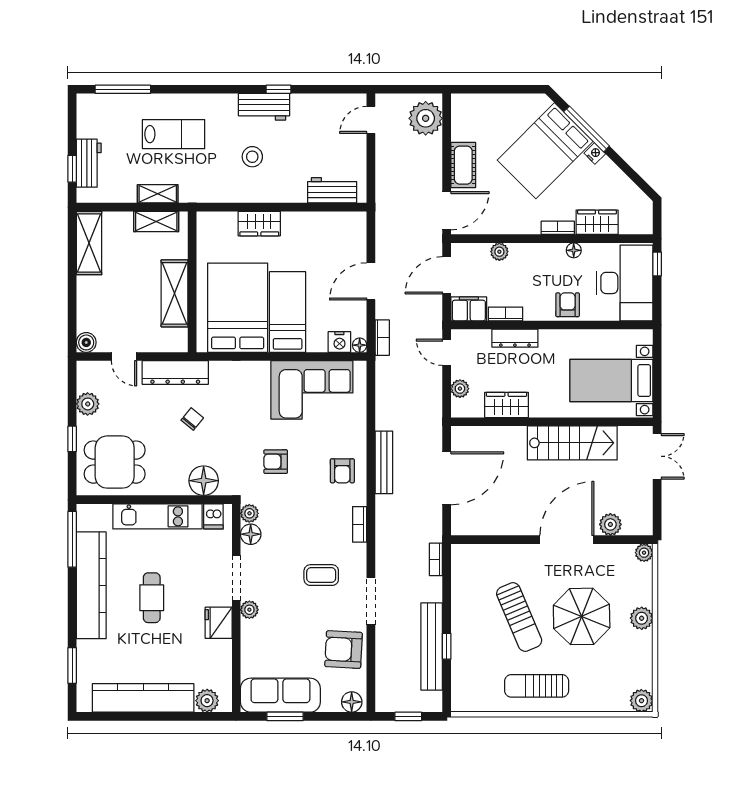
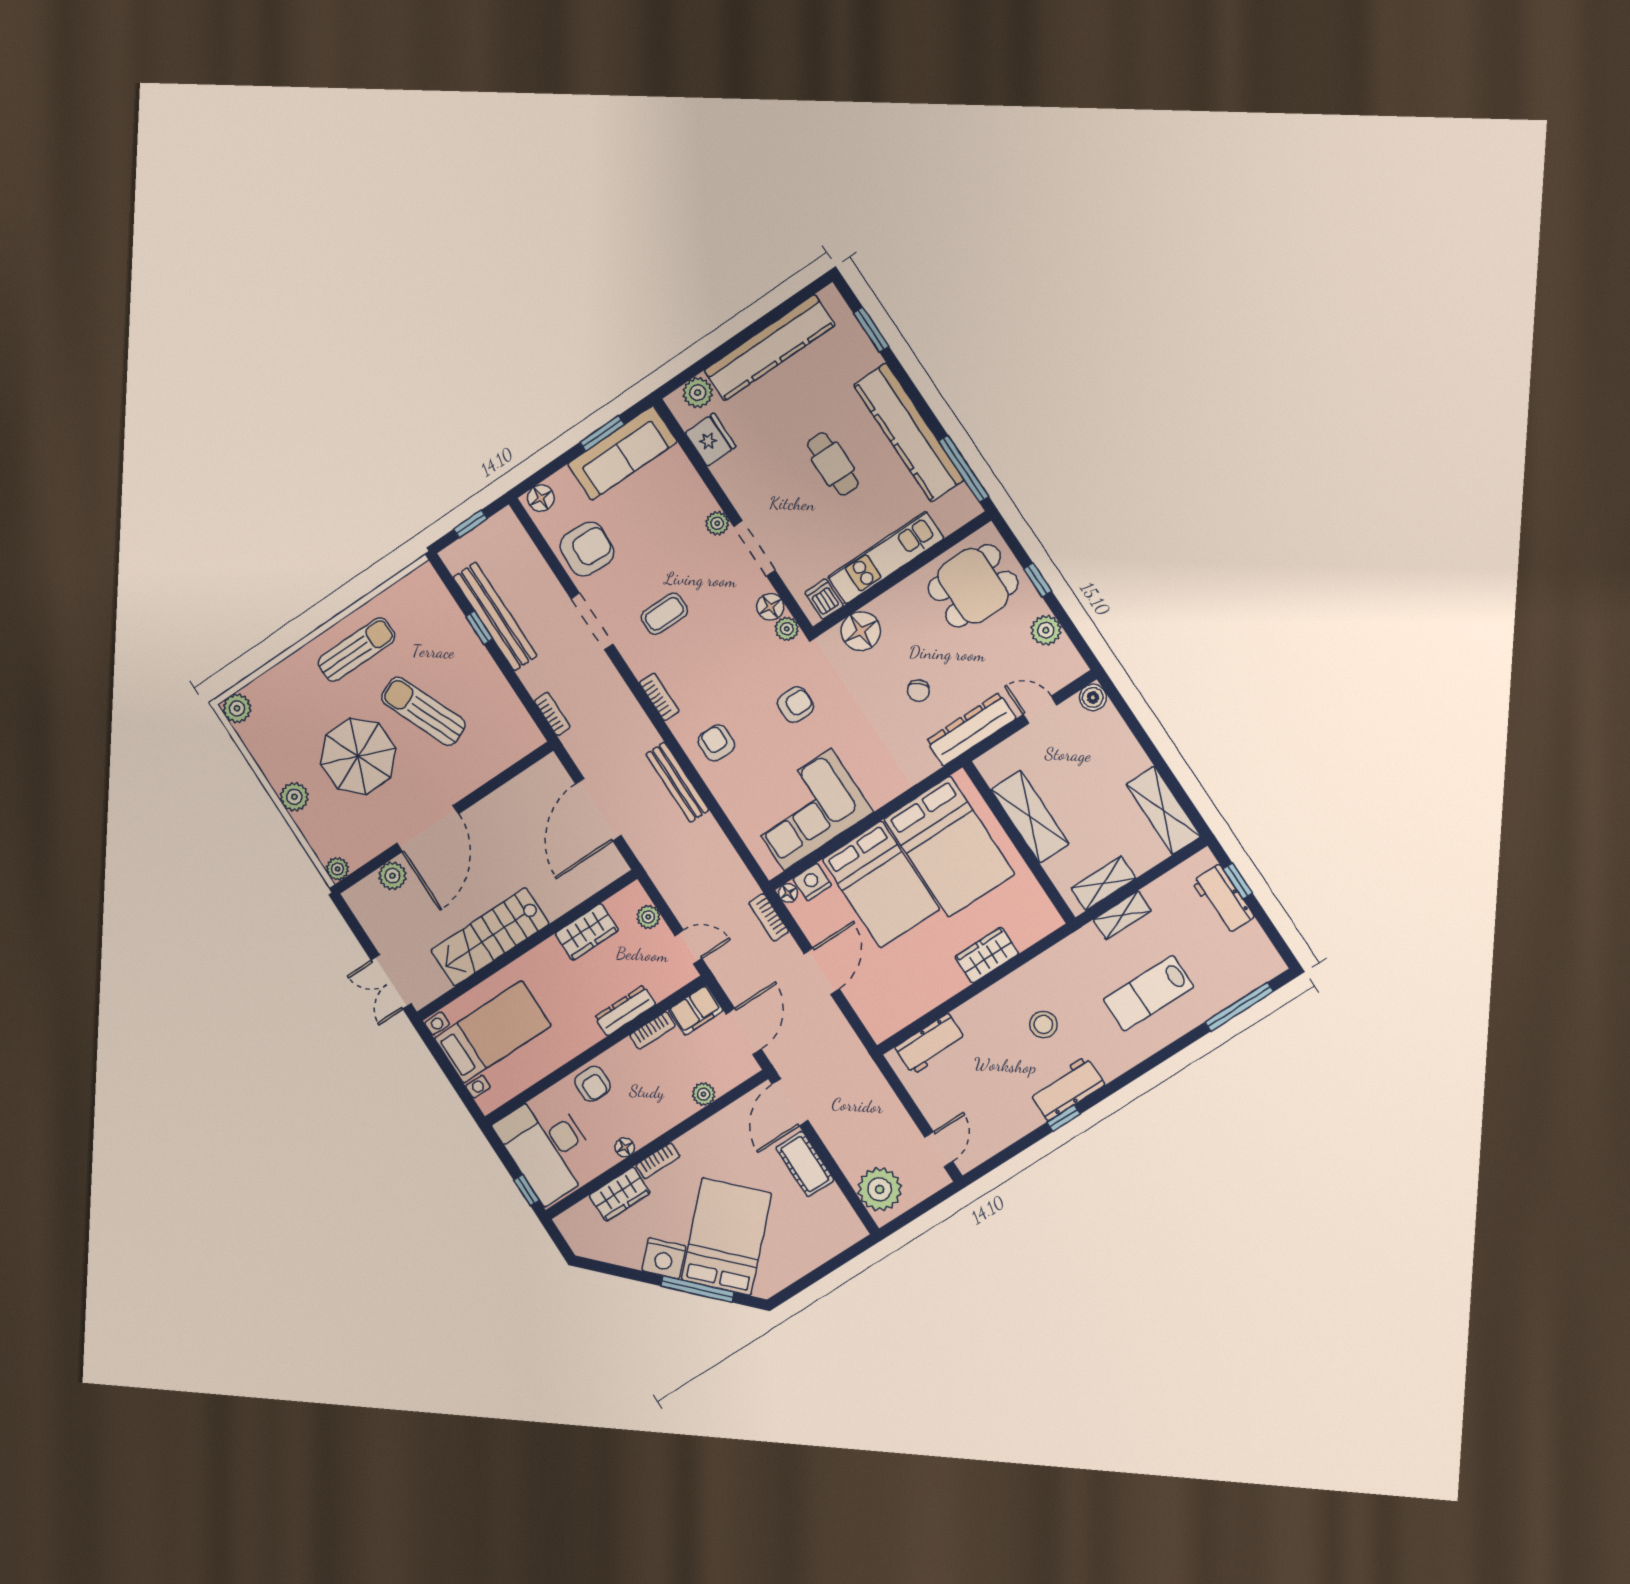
nightstand: (595, 153) -> (664, 1258), width x1.89, depth x1.79
bed: (288, 312) -> (881, 884), width x1.50
fridge: (219, 623) -> (710, 440), moved

